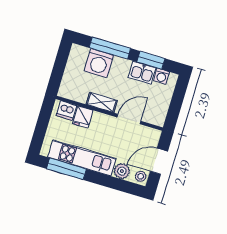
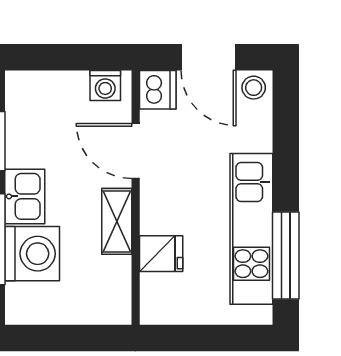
kitchen sink: (142, 73) -> (25, 196), moved
washing machine: (162, 76) -> (105, 85), moved, turned 90
dishwasher: (66, 111) -> (158, 90), moved
plant: (122, 171) -> (254, 132), removed

